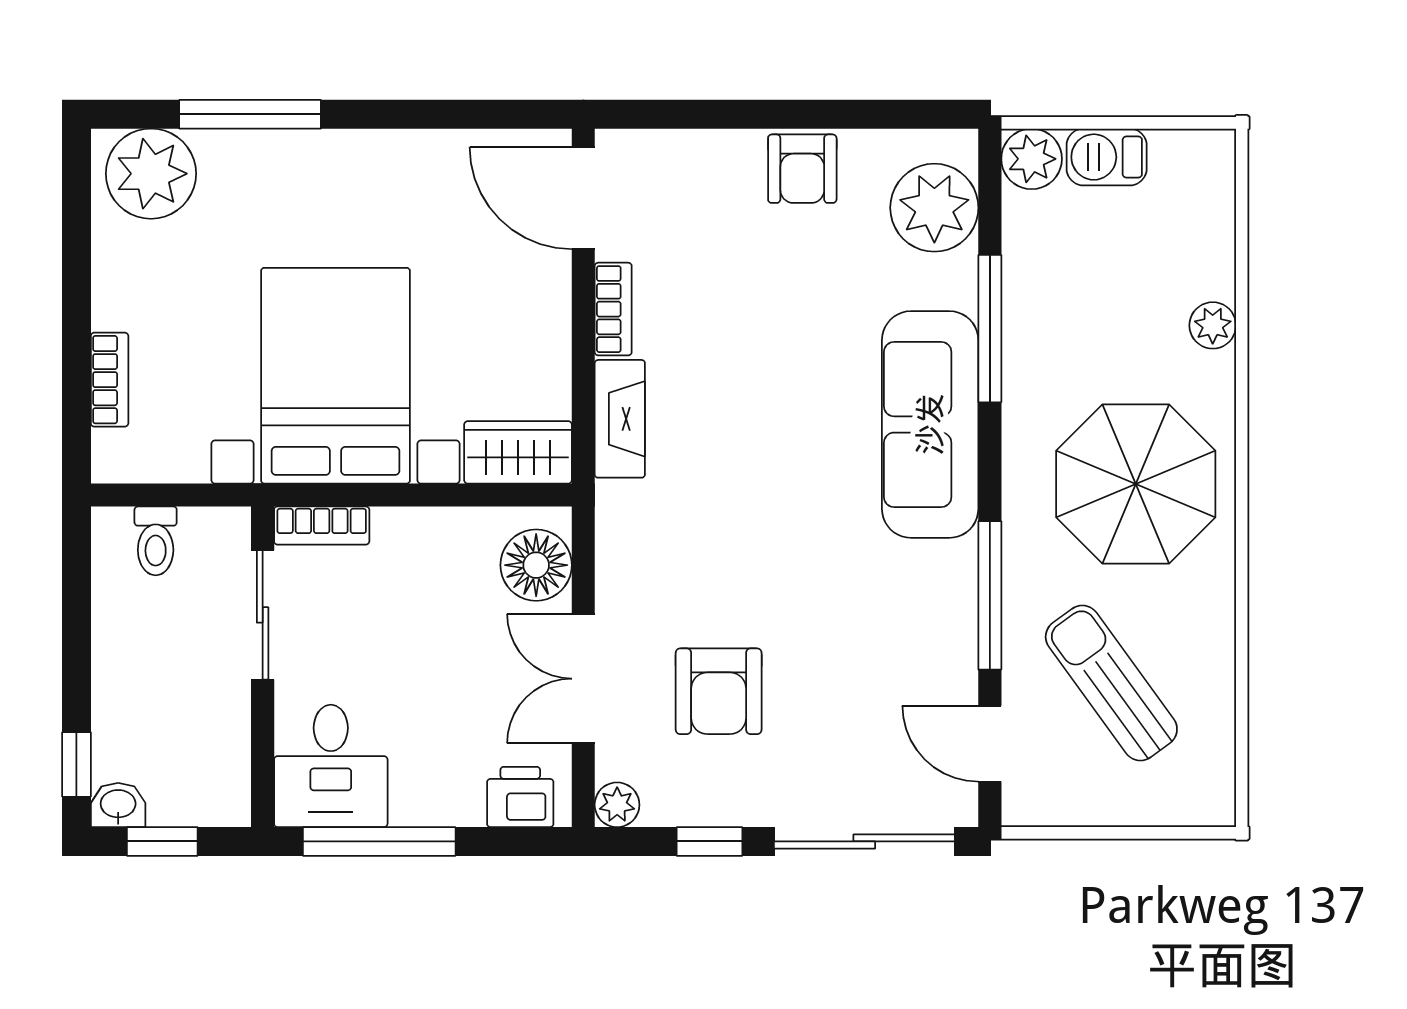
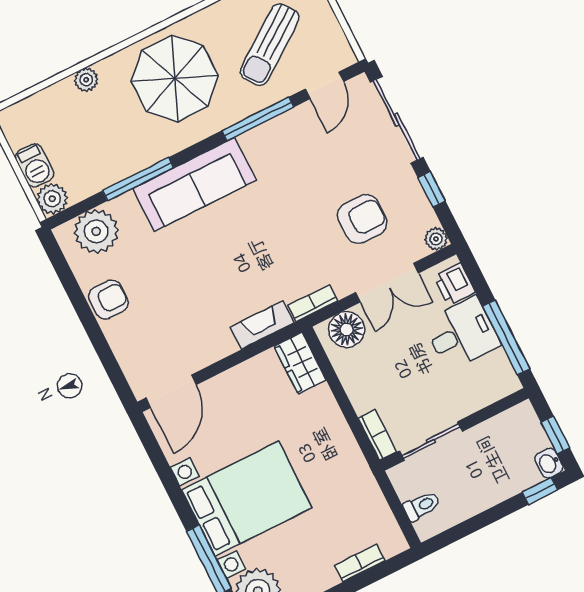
bookcase: (613, 309) -> (313, 303), moved
bed with nightstands: (335, 376) -> (247, 499), moved, turned 180
desk: (331, 766) -> (462, 334), moved

